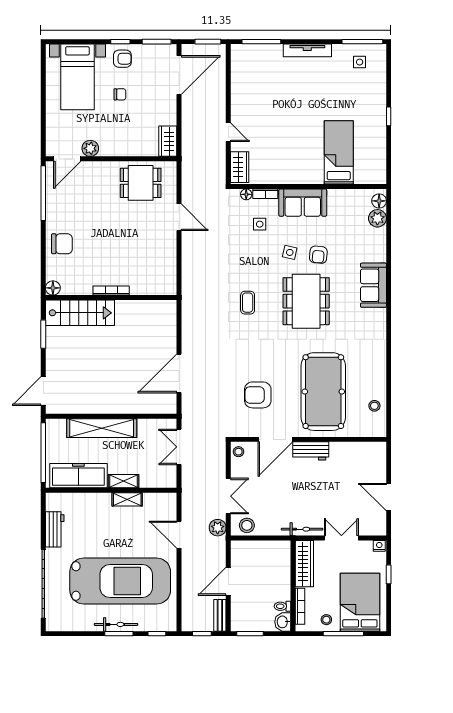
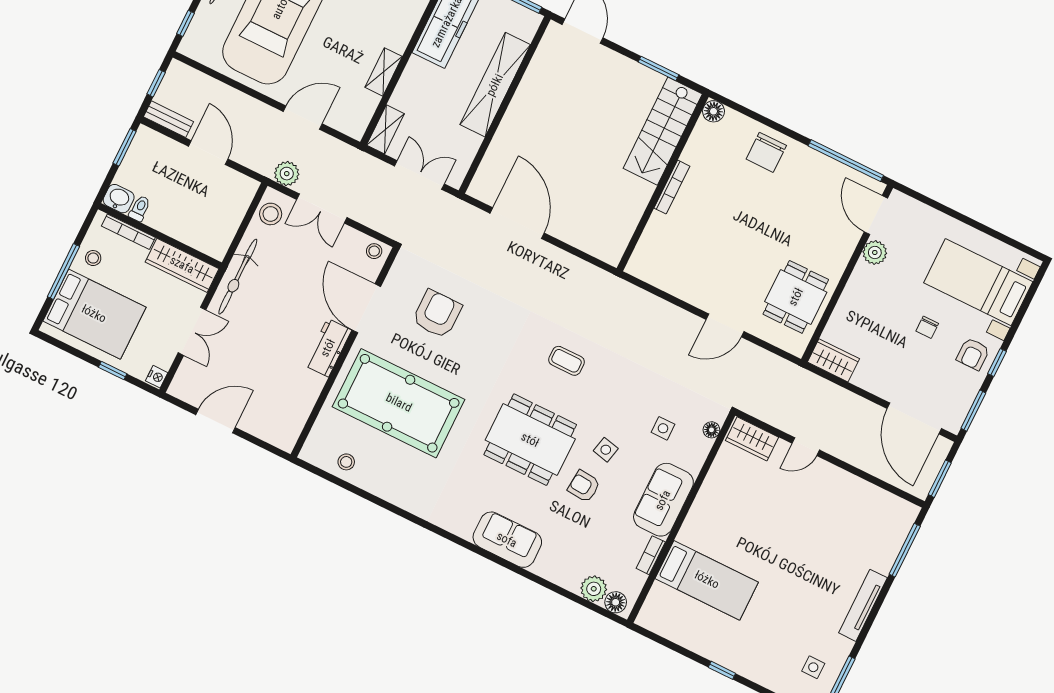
bookcase: (265, 194) -> (651, 555), moved
shelving: (123, 481) -> (385, 129), moved
bicycle: (302, 529) -> (238, 277), width x1.37, depth x1.40

